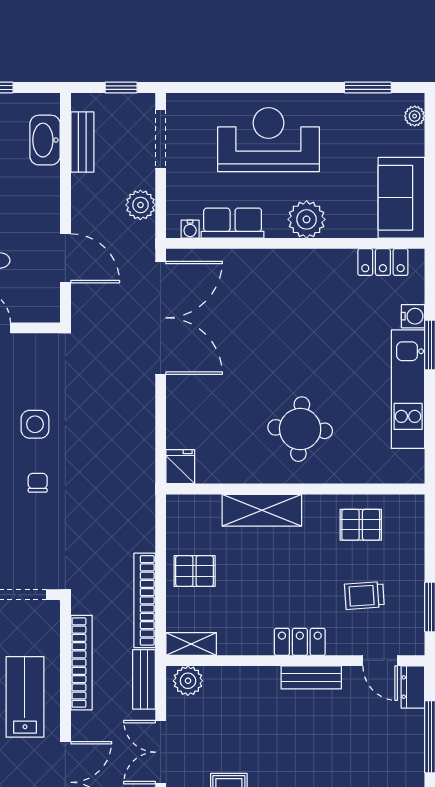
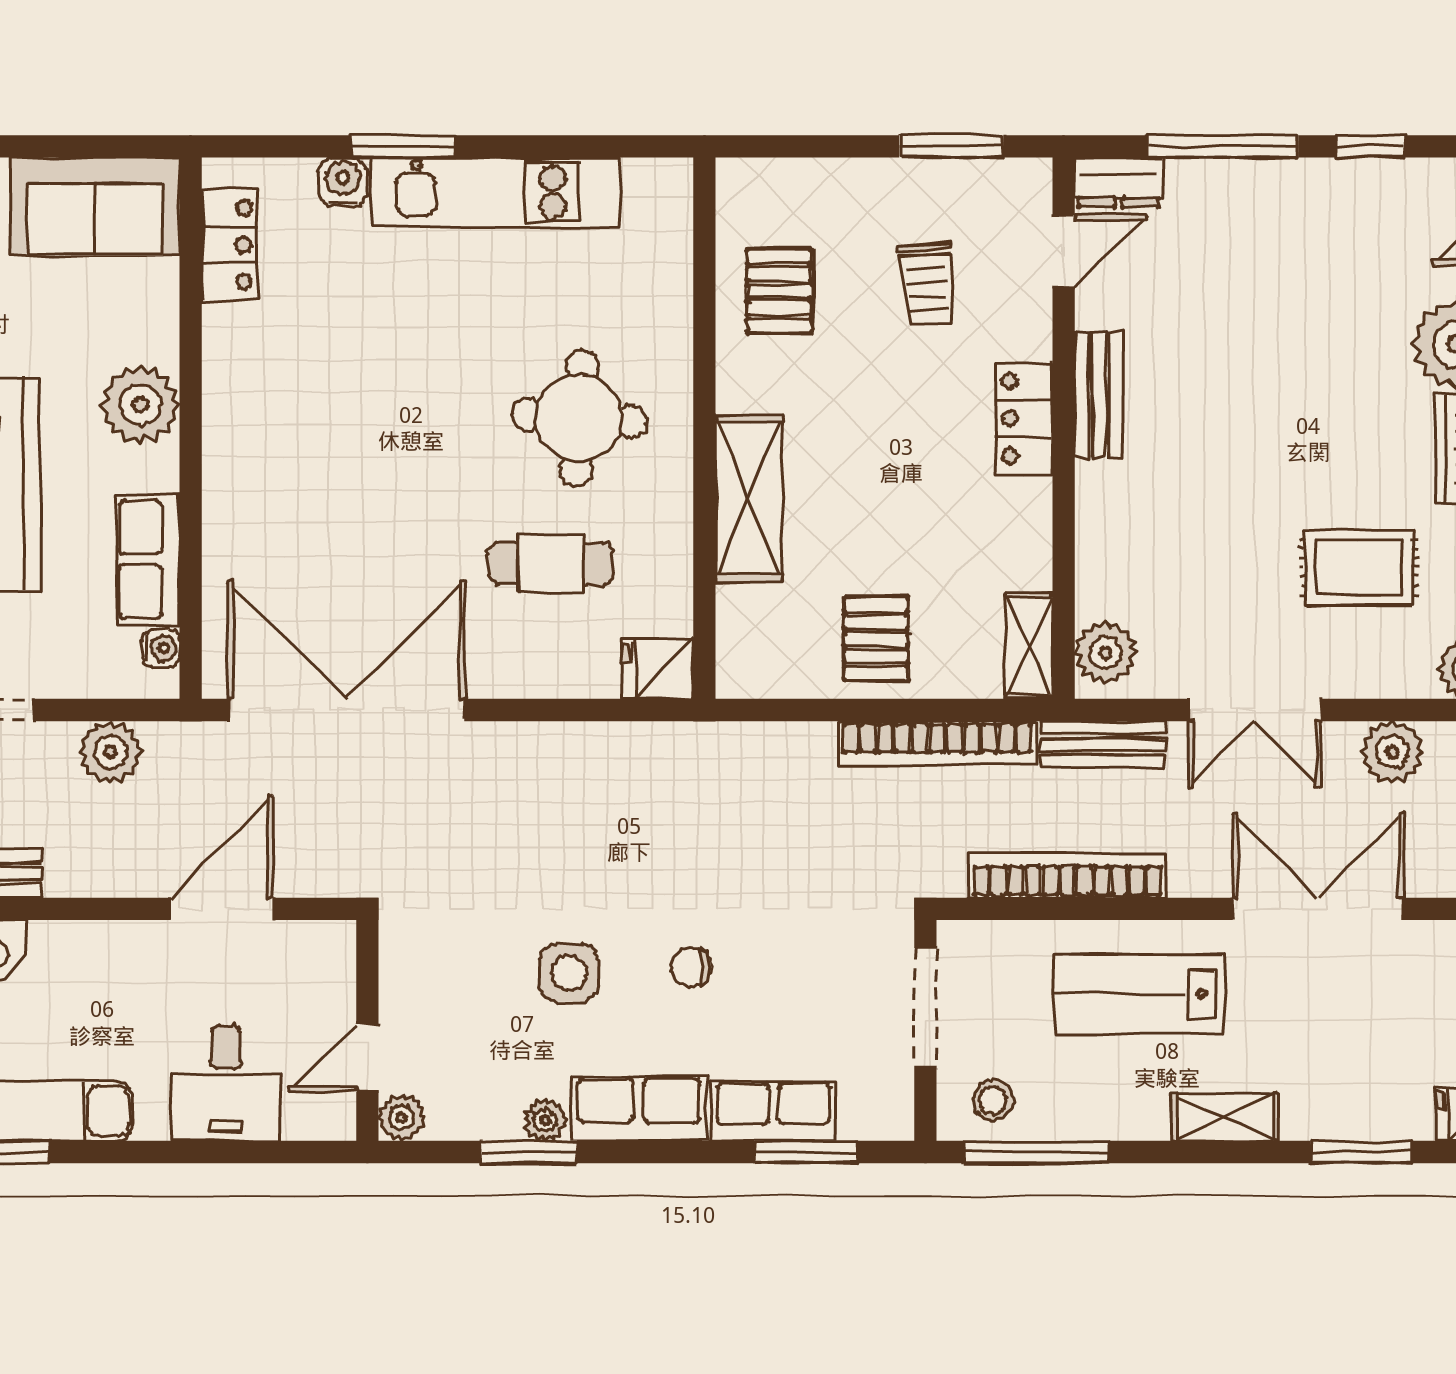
cafe table: (230, 416) -> (551, 564), added

